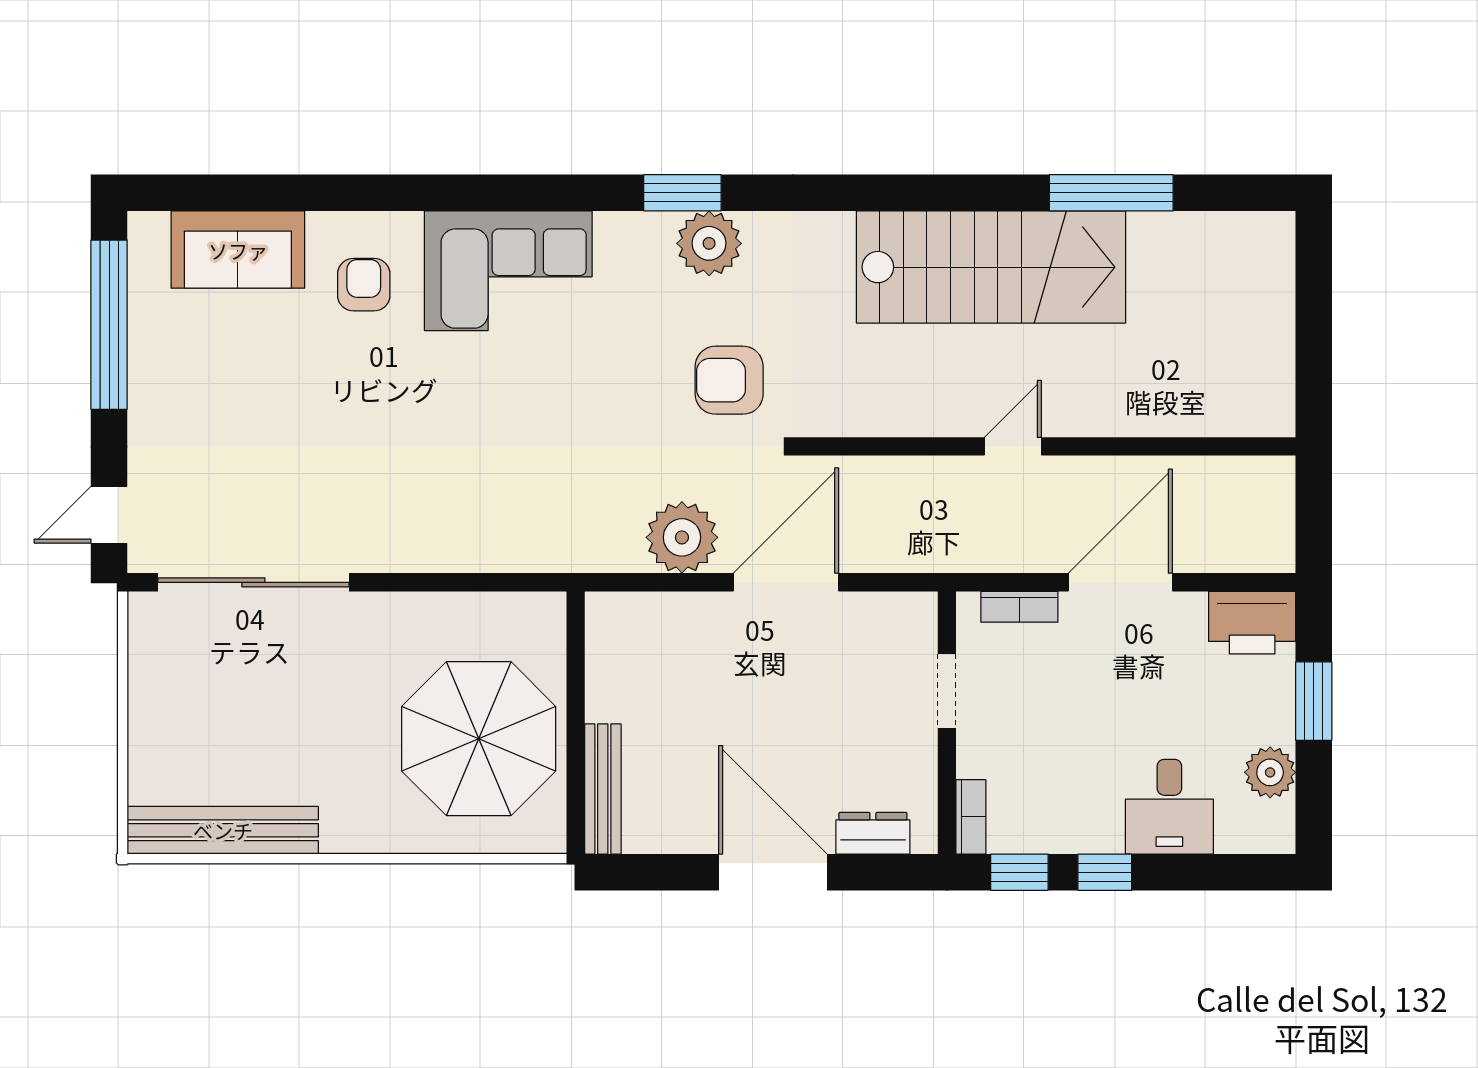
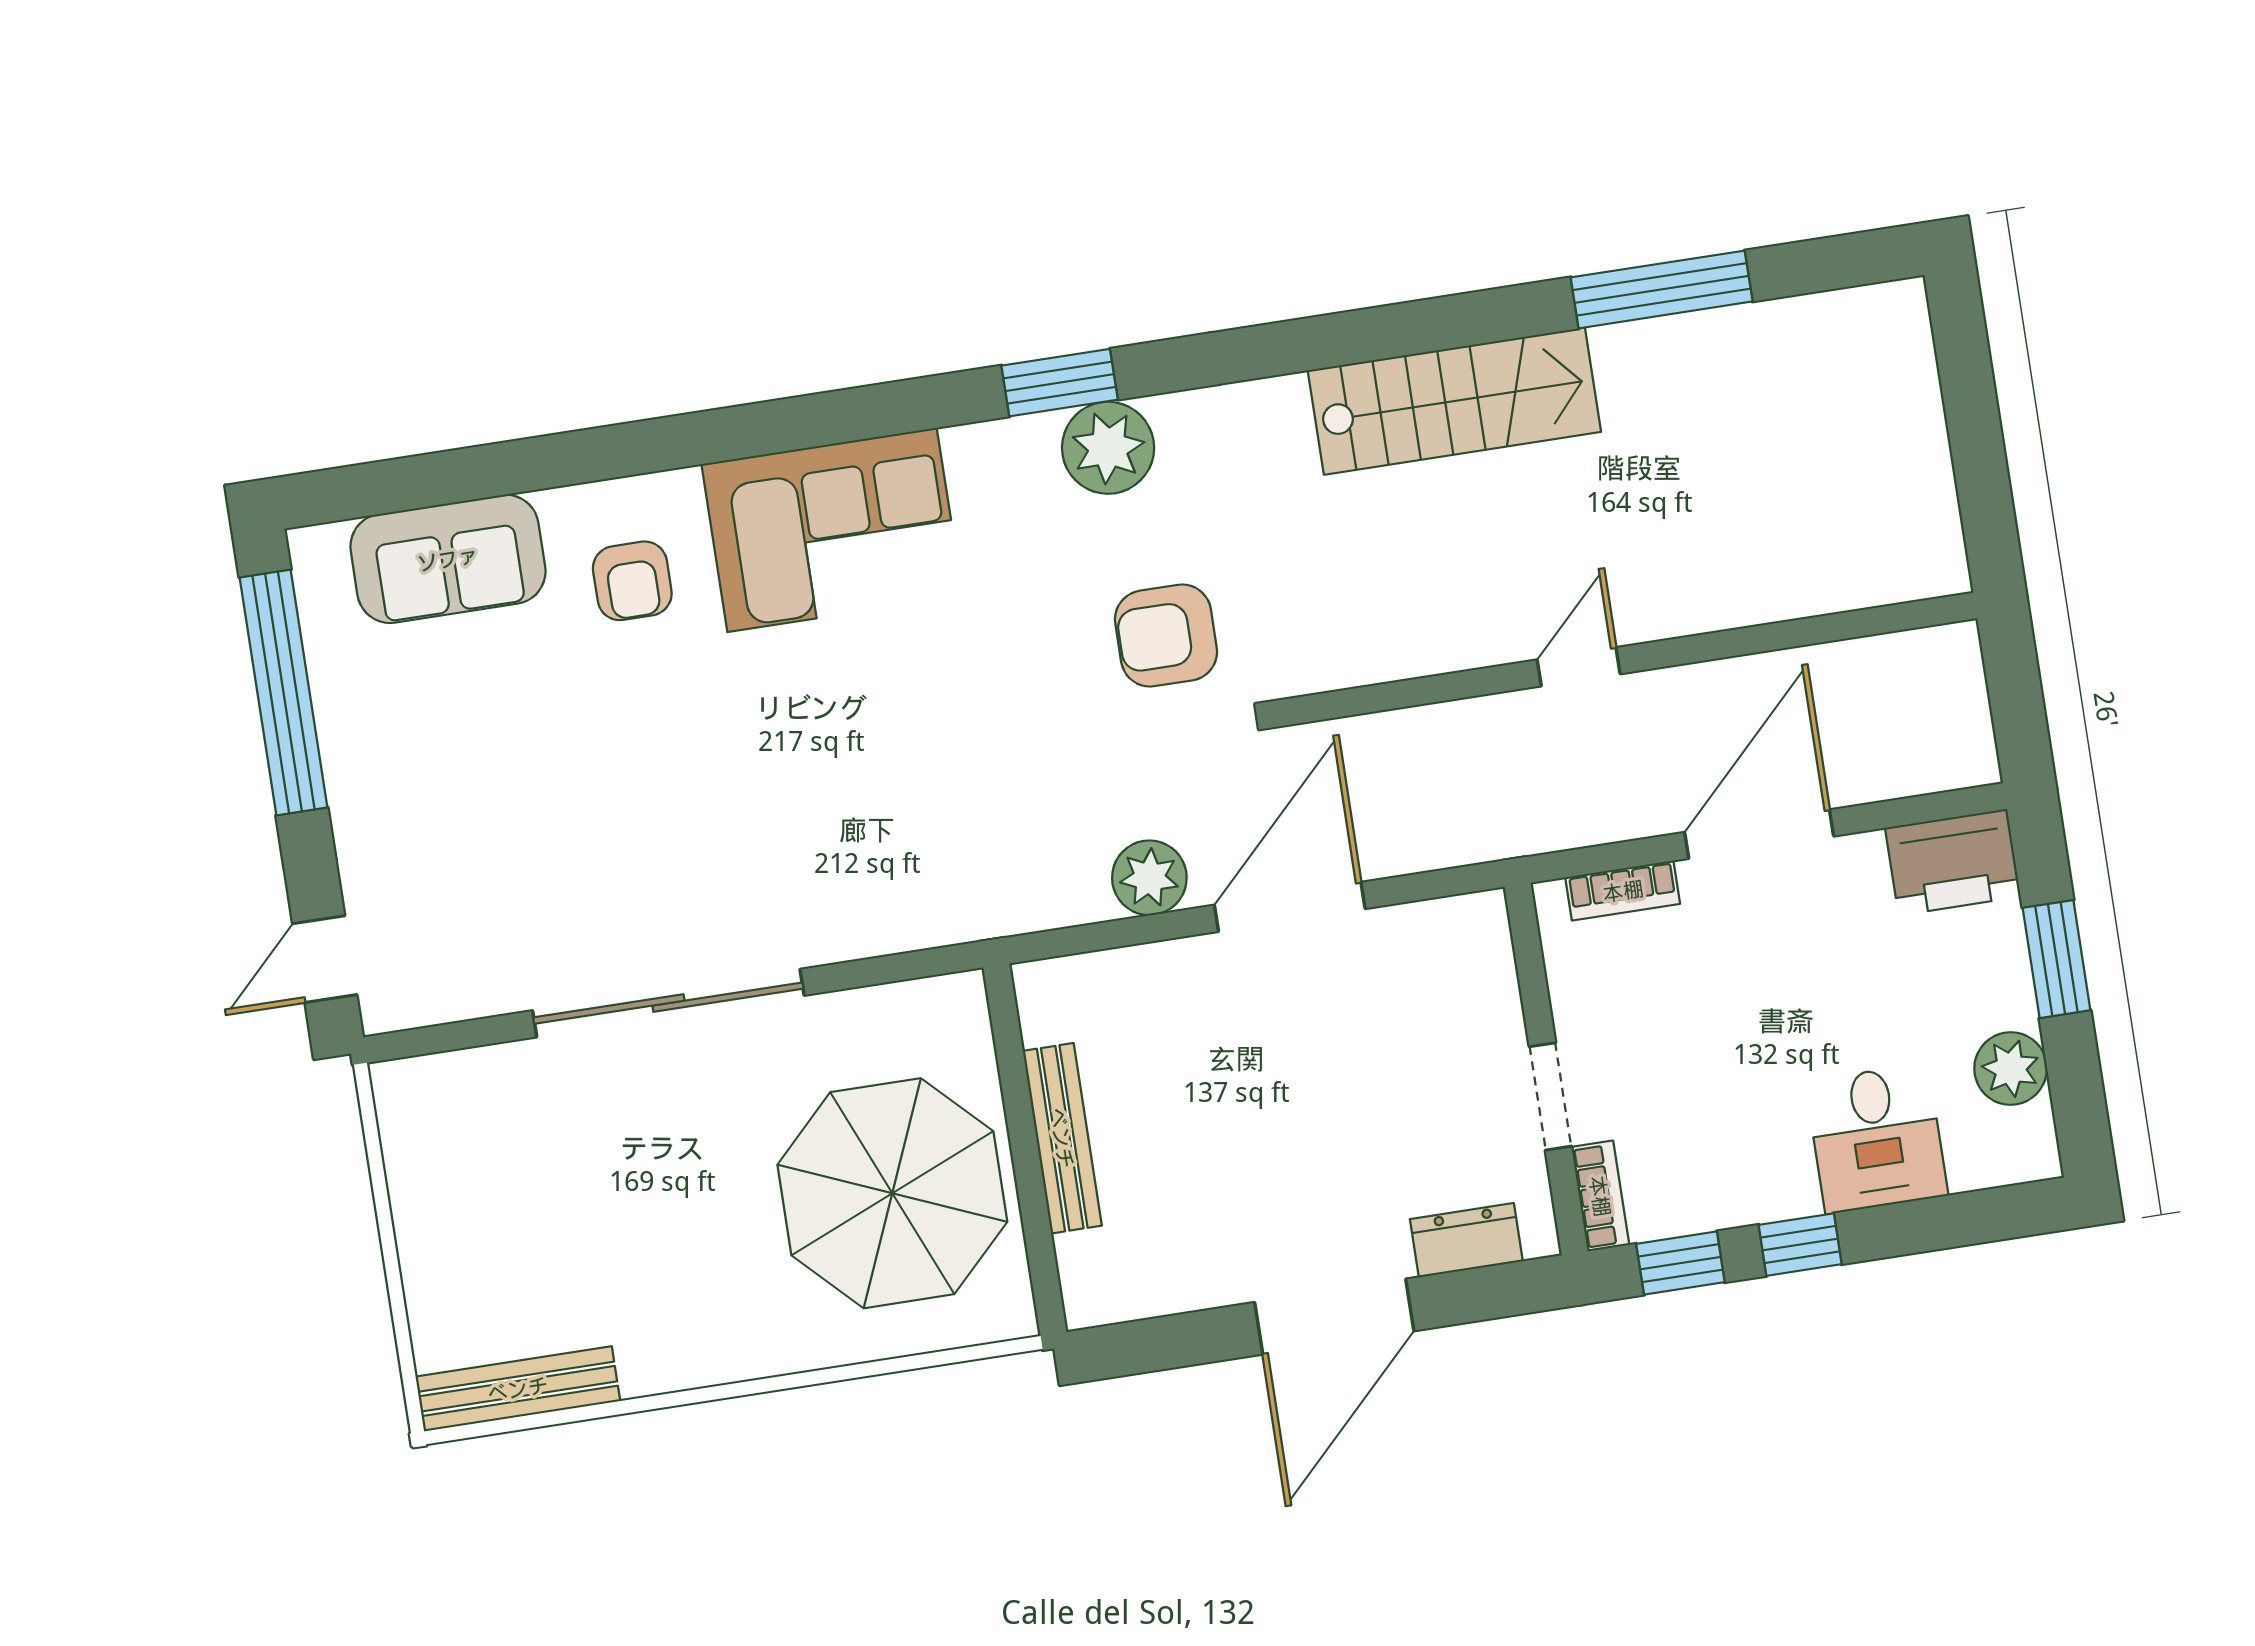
stairs: (991, 267) -> (1454, 401), width x0.73, depth x0.66
armchair: (364, 285) -> (632, 581), turned 180
plant: (682, 537) -> (1149, 878), width x0.73, depth x0.73
sliding door: (253, 582) -> (668, 1003), moved
doorway: (947, 691) -> (1550, 1096), moved
bench: (603, 789) -> (1062, 1138), moved
bench: (223, 830) -> (518, 1389), width x0.73, depth x0.82
door: (773, 872) -> (1334, 1317), swing flipped

